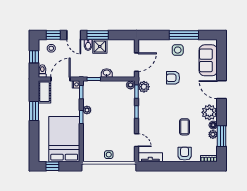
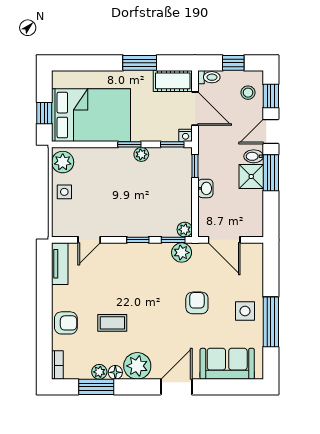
plant: (91, 156) -> (63, 162), added
window: (52, 166) -> (44, 113), moved

